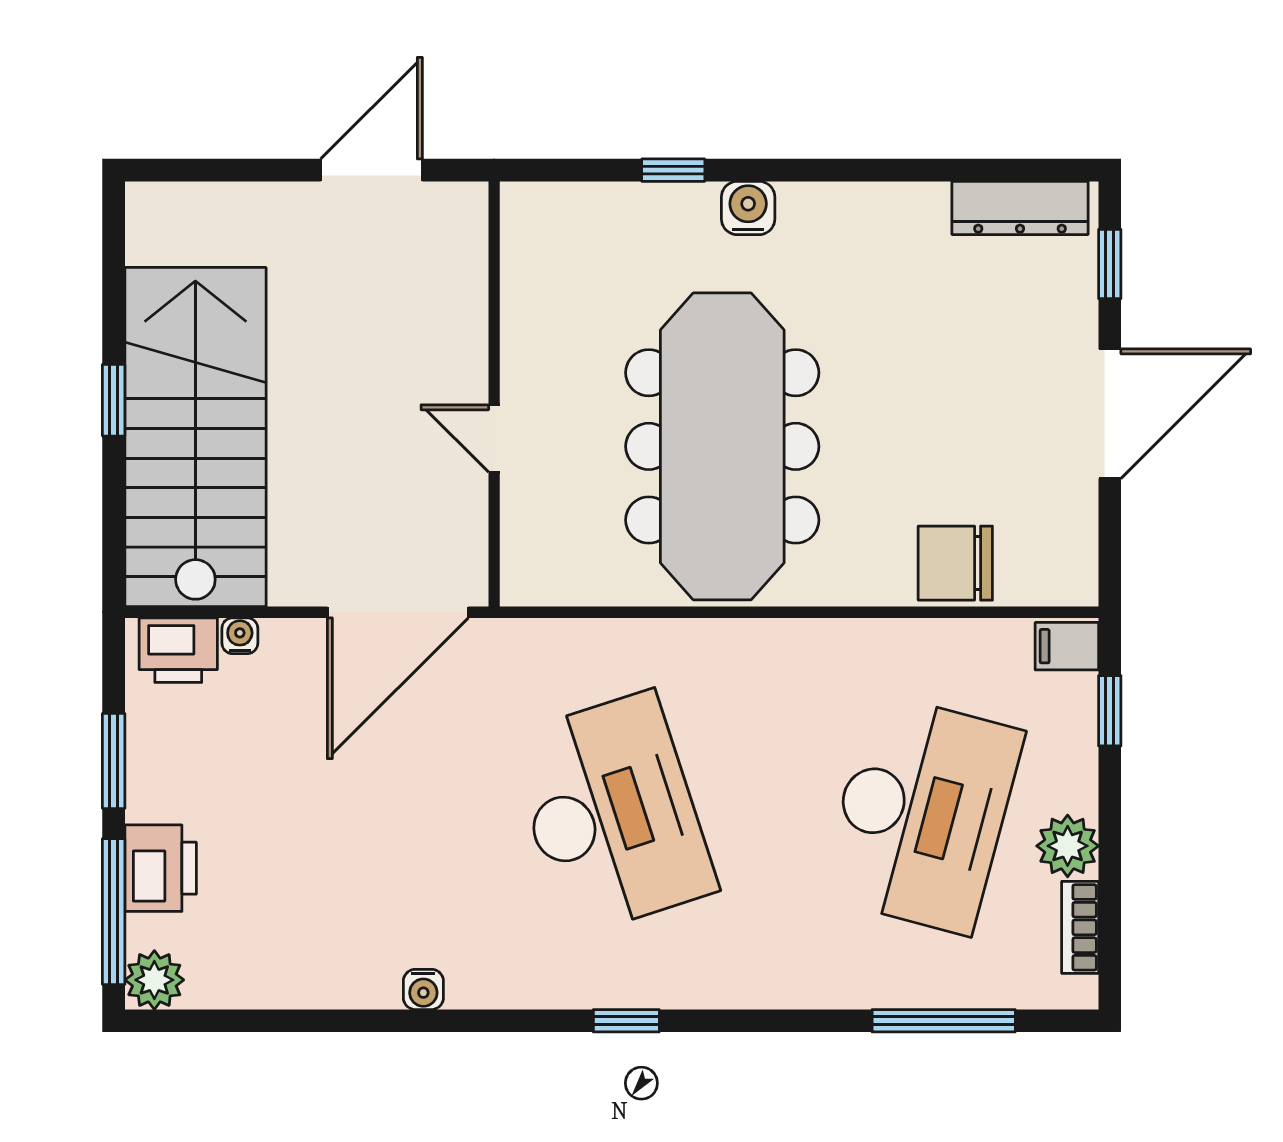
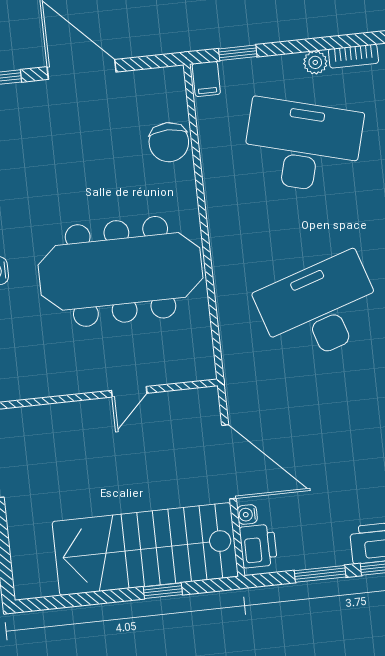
window: (114, 400) -> (163, 591), moved
door: (398, 612) -> (229, 462), moved
plant: (1068, 846) -> (315, 62), width x0.73, depth x0.73

